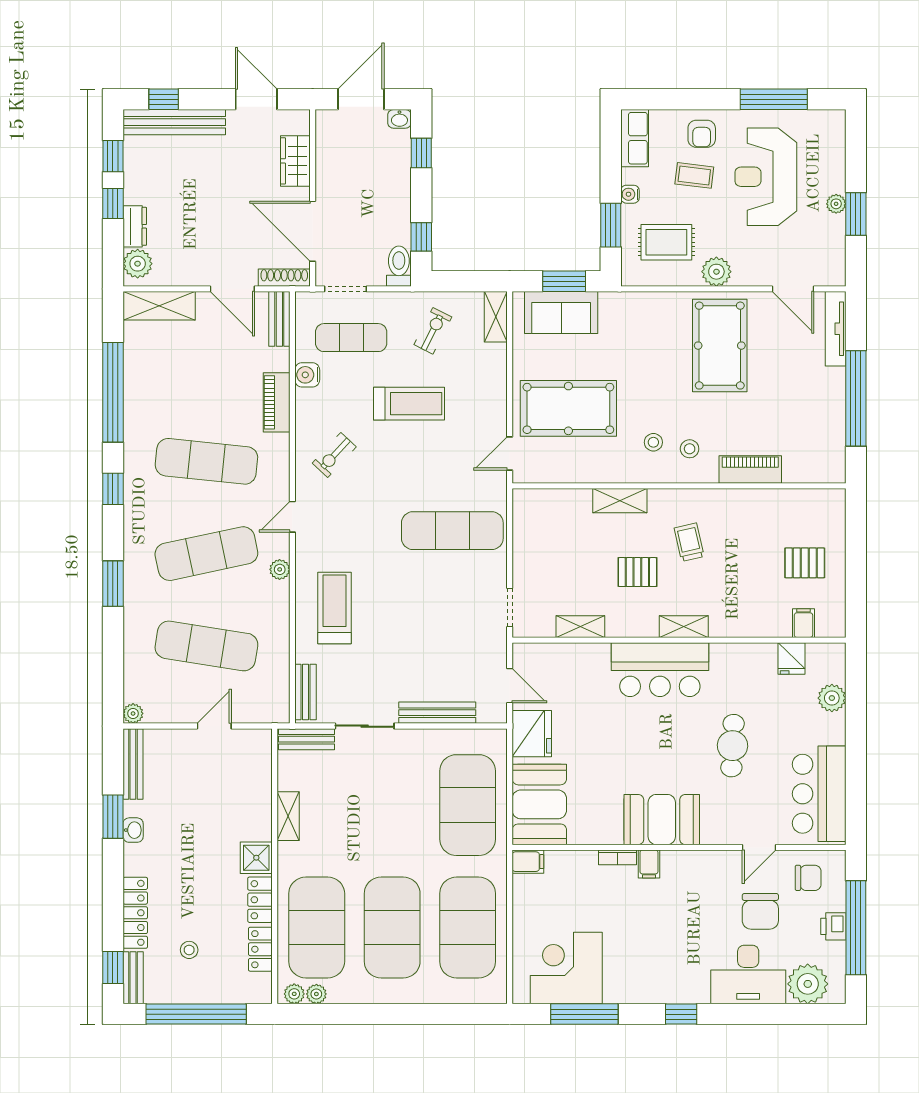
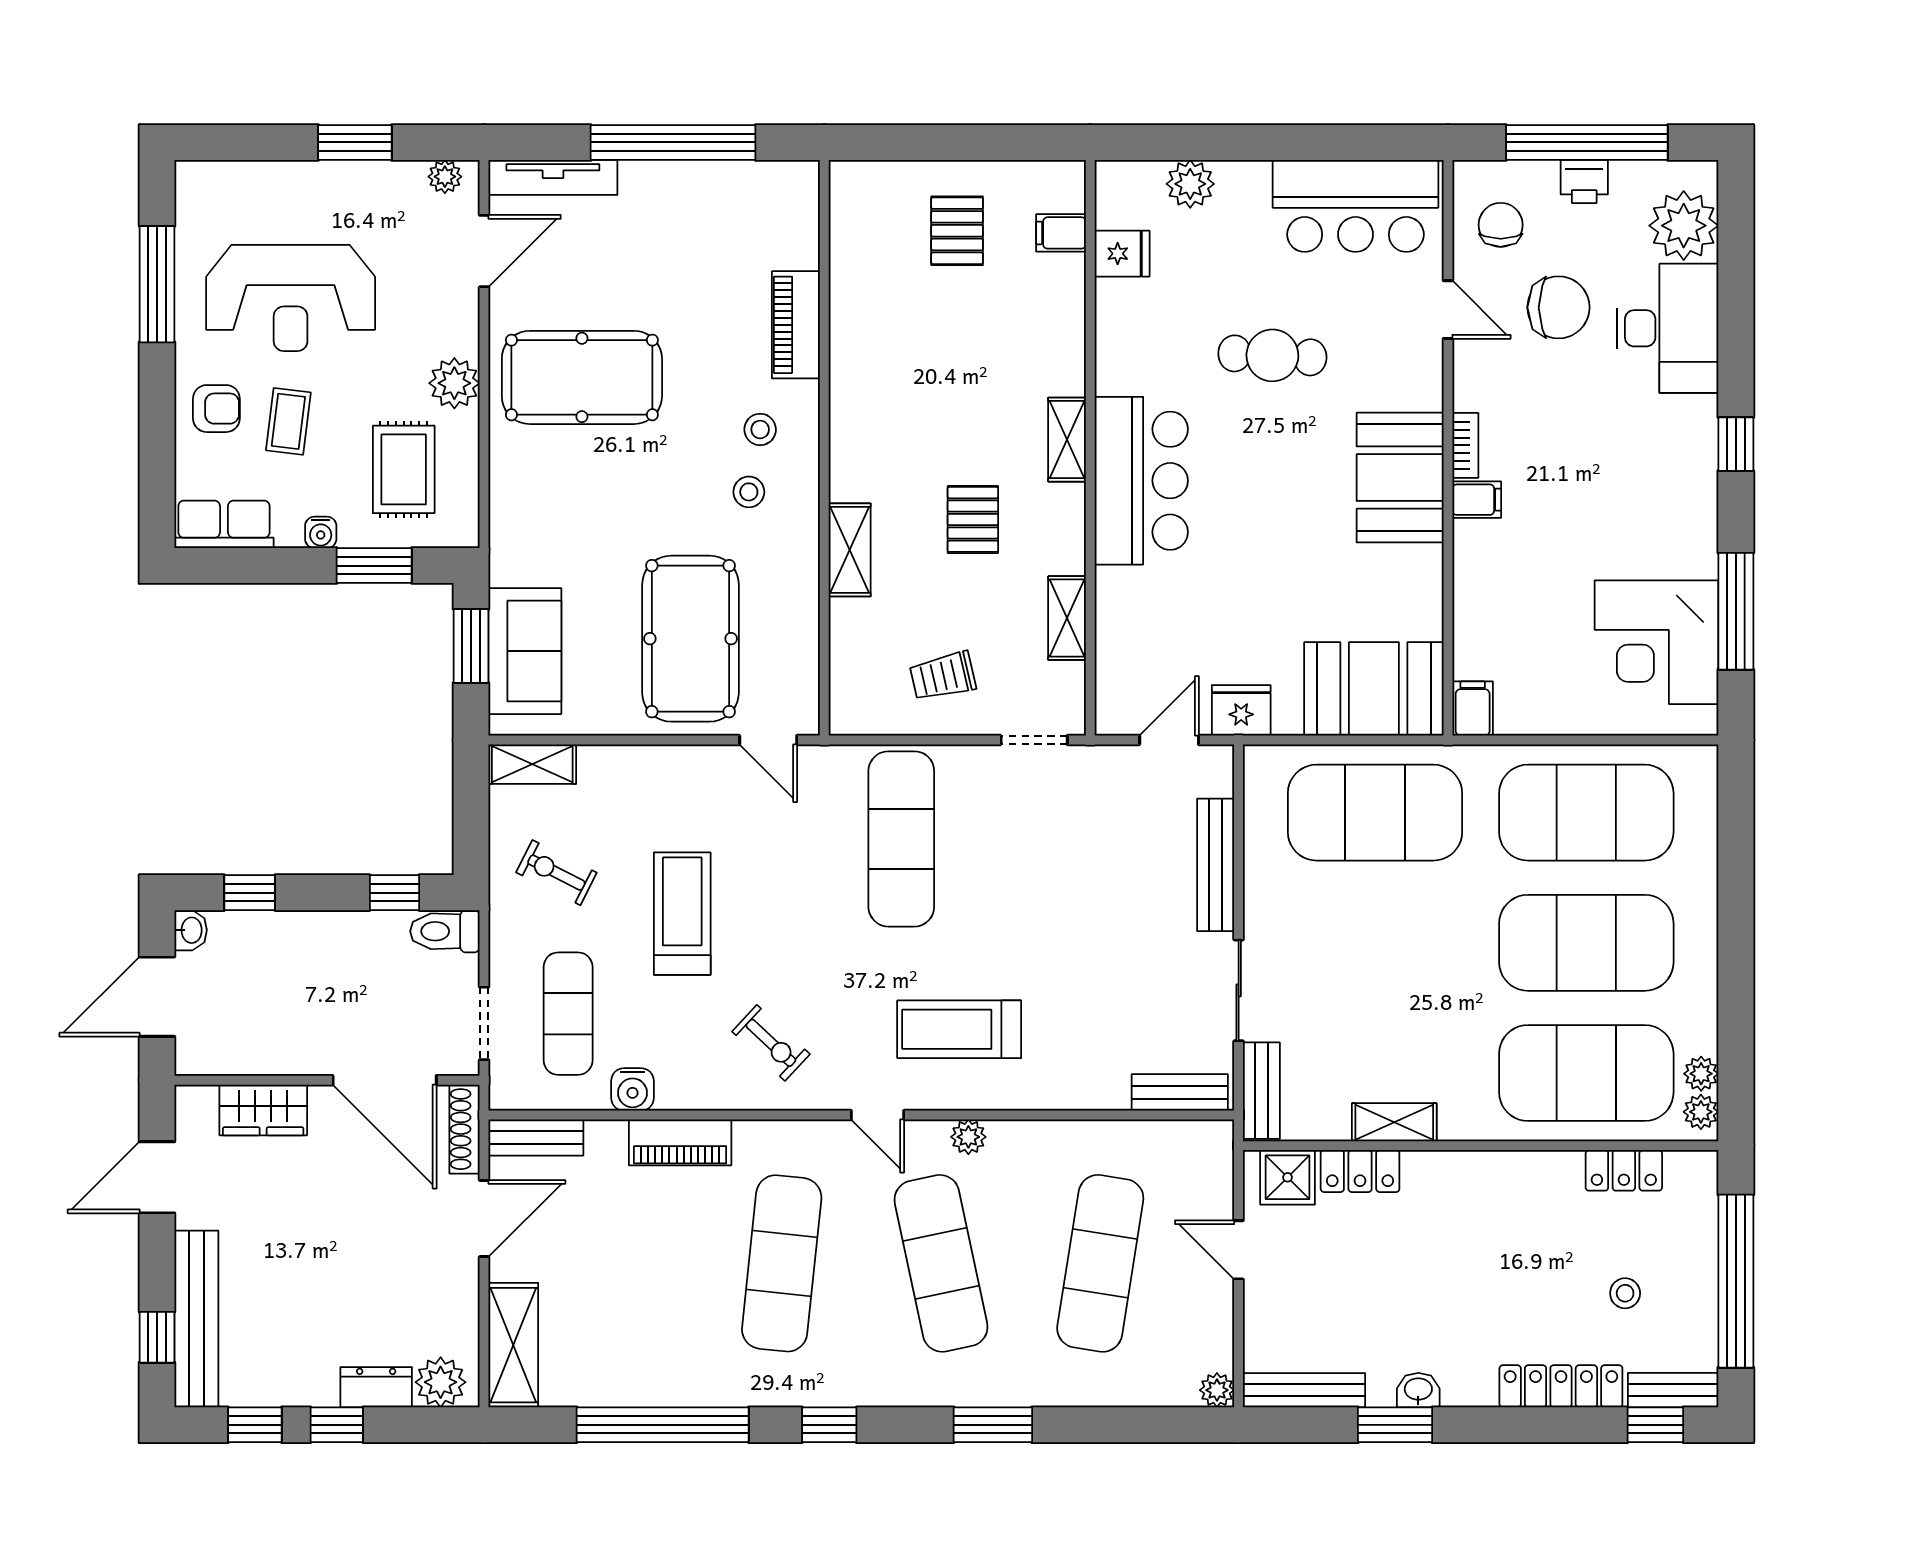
door: (361, 99) -> (157, 997), hinge flipped
plant: (836, 204) -> (445, 177), moved
door: (313, 231) -> (385, 1080), hinge flipped
trolley: (689, 542) -> (943, 676), moved
treadmill: (334, 608) -> (959, 1029), moved
fridge: (532, 734) -> (1241, 710), width x0.73, depth x0.75
bookcase: (617, 857) -> (1465, 445), moved
shower: (256, 858) -> (1288, 1177), moved
locker: (260, 900) -> (1360, 1171), moved

